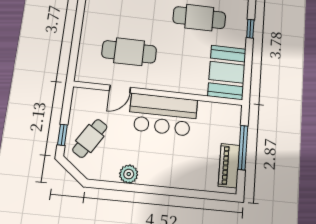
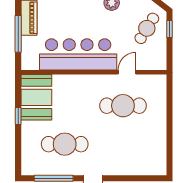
window: (250, 29) -> (18, 116), moved
bar counter: (163, 115) -> (78, 54), width x1.36

